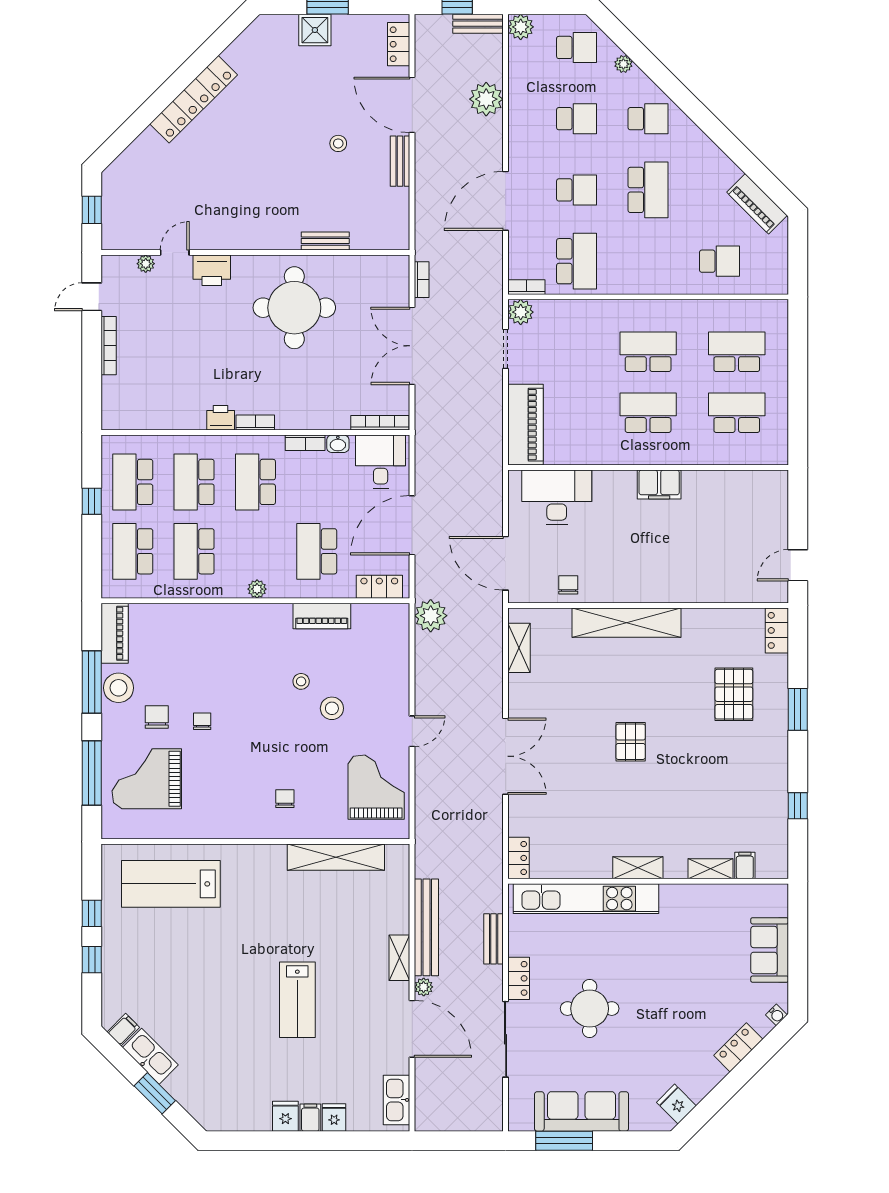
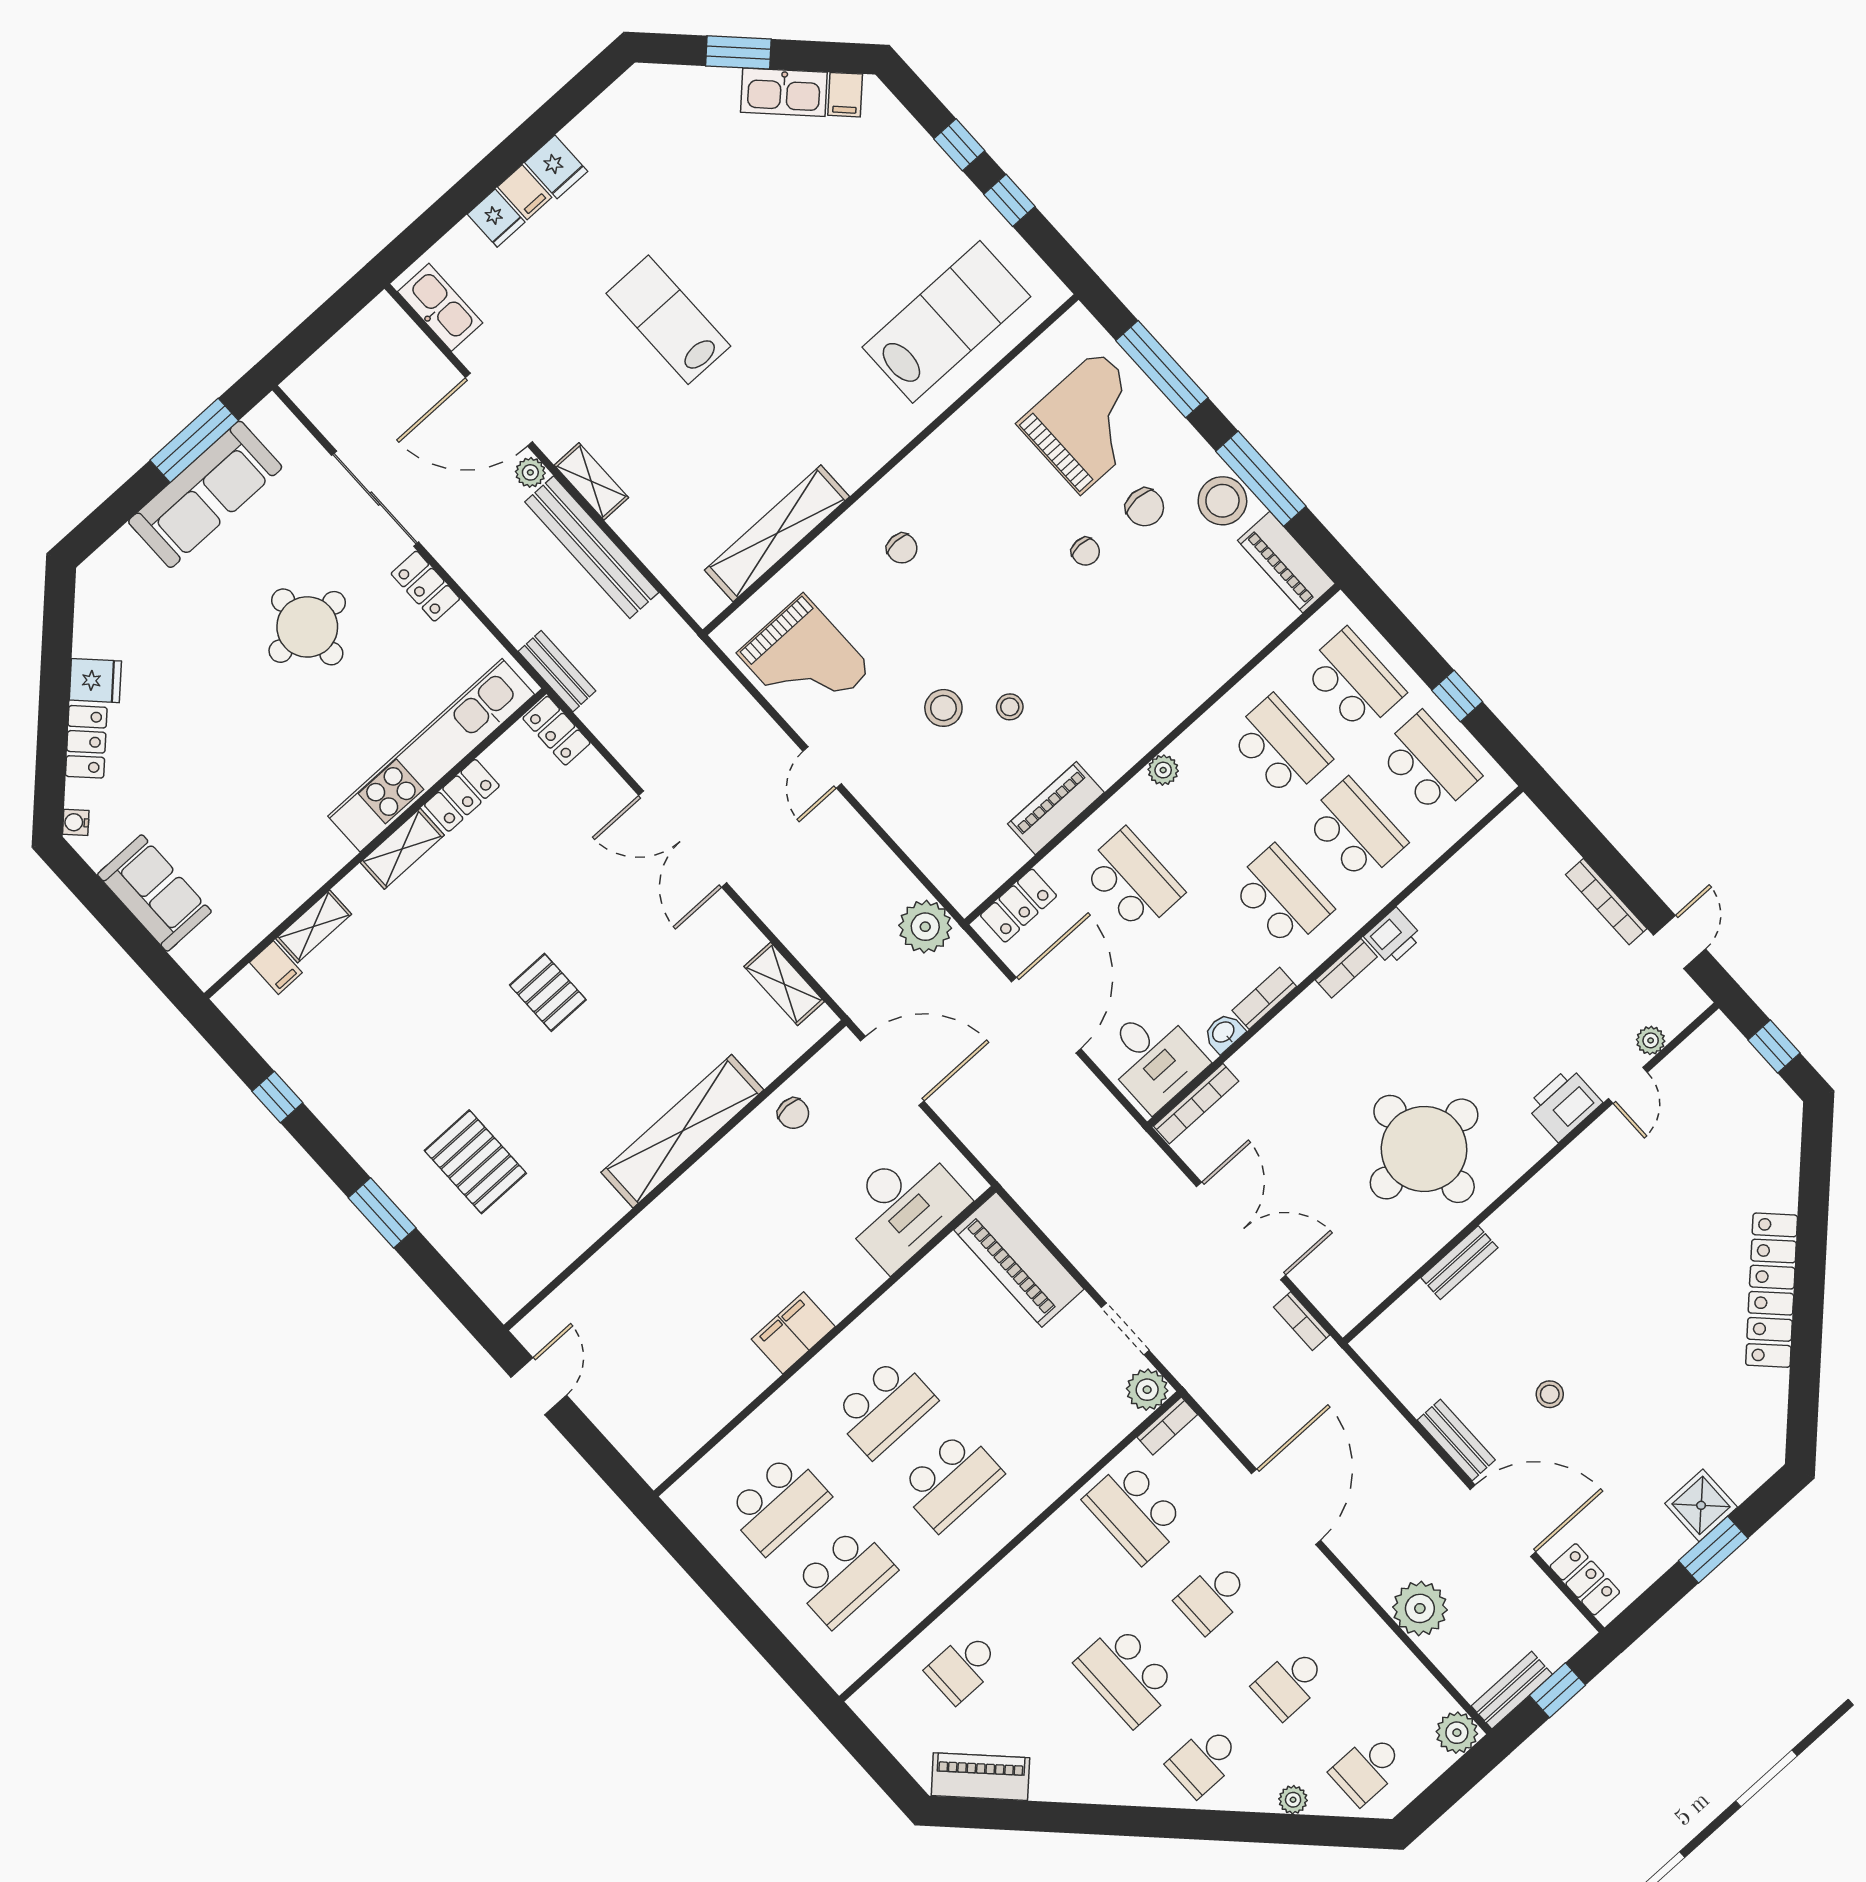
locker: (777, 630) -> (462, 795), moved, turned 90
bench: (494, 939) -> (557, 671), moved
fridge: (676, 1104) -> (95, 681), moved

